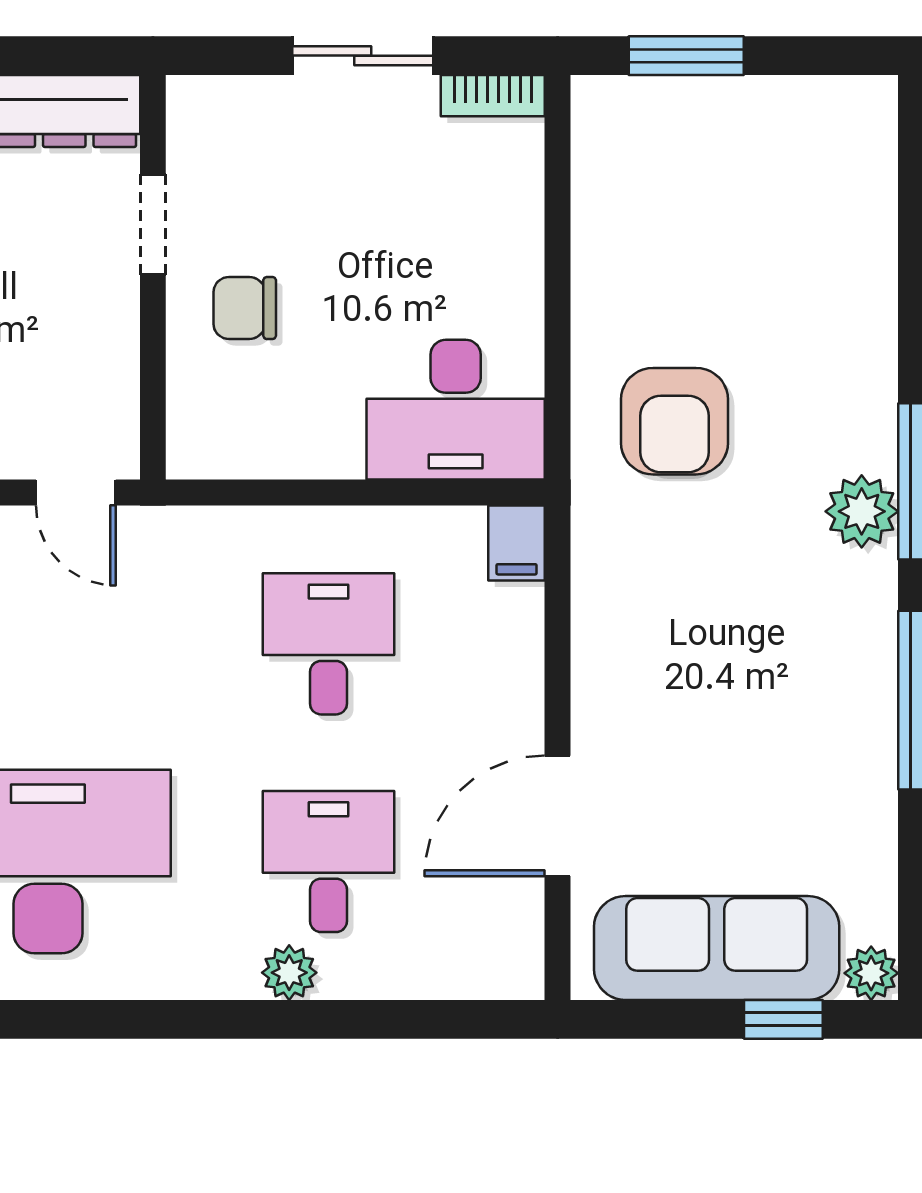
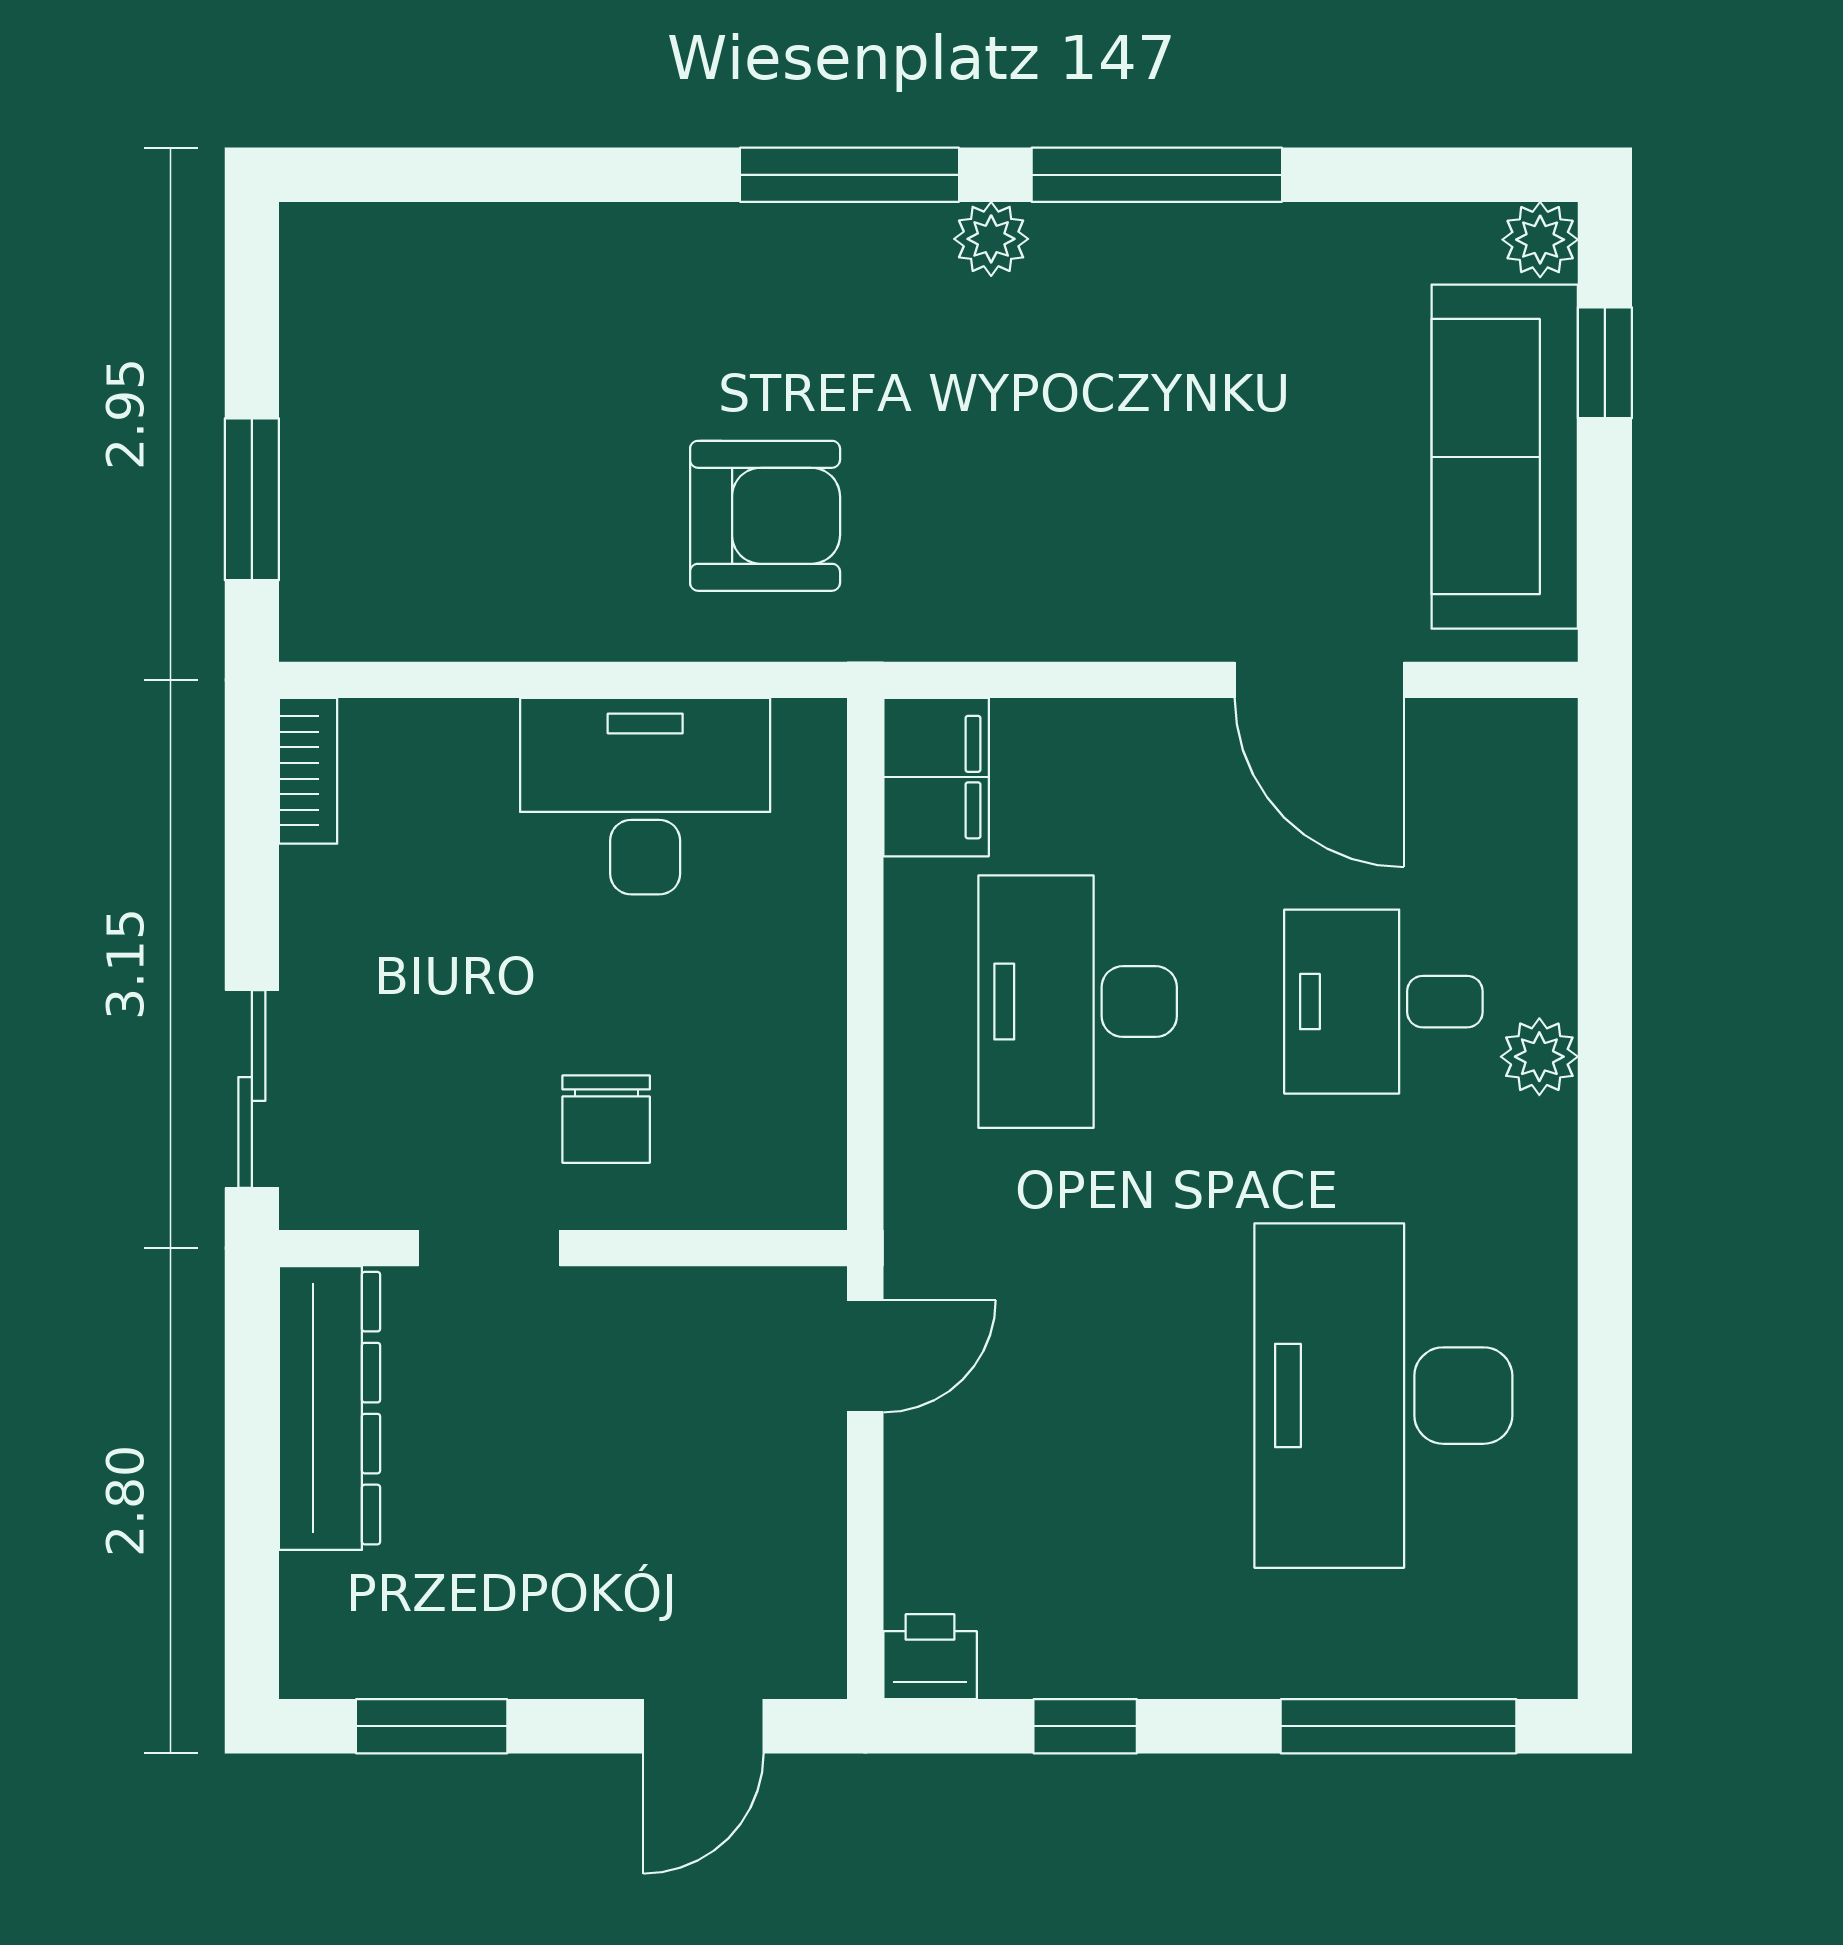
sliding door: (363, 56) -> (252, 1089), moved
desk: (456, 410) -> (645, 796), moved, turned -90
plant: (862, 511) -> (991, 239), moved, width x0.73, depth x0.73
filing cabinet: (517, 543) -> (936, 777), width x2.00
desk: (328, 644) -> (1078, 1002), width x1.37

